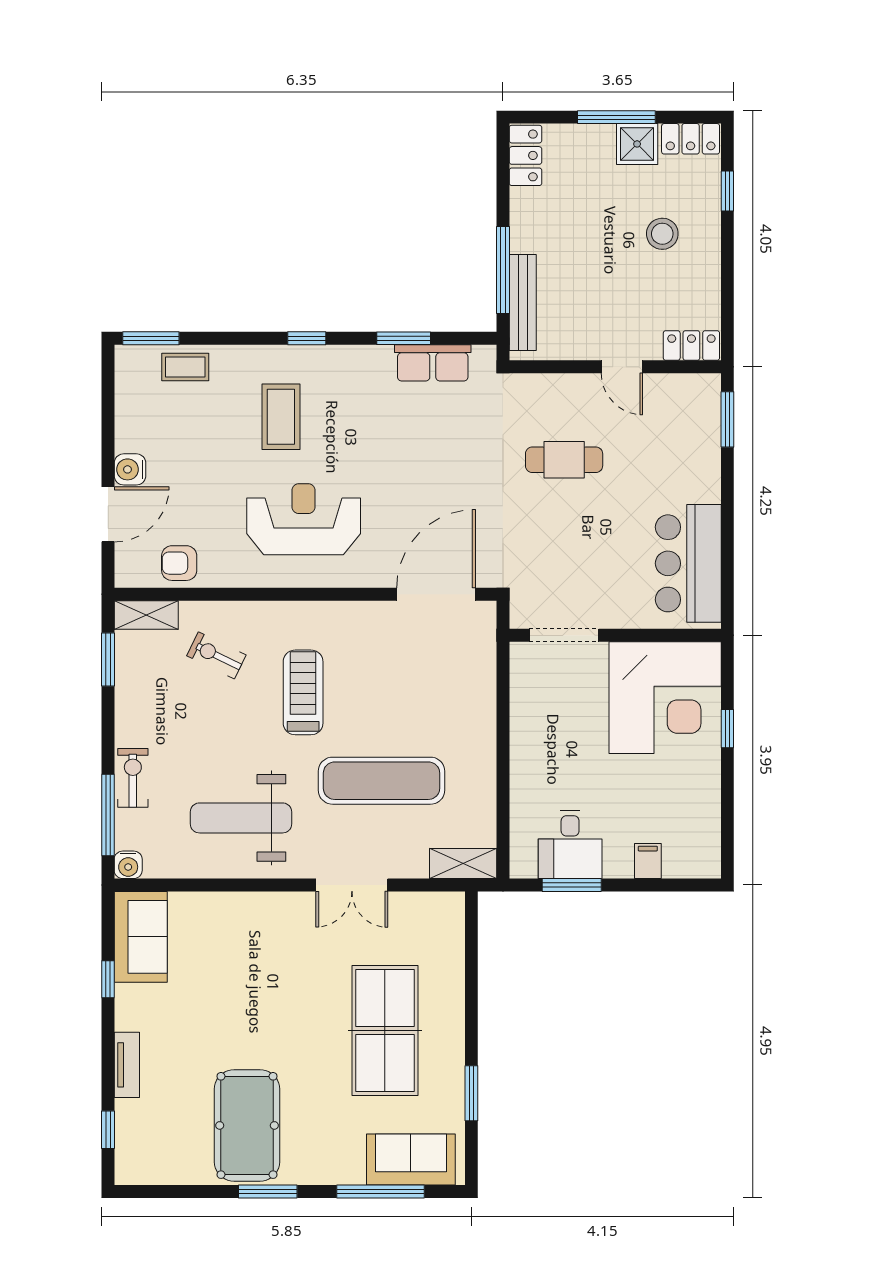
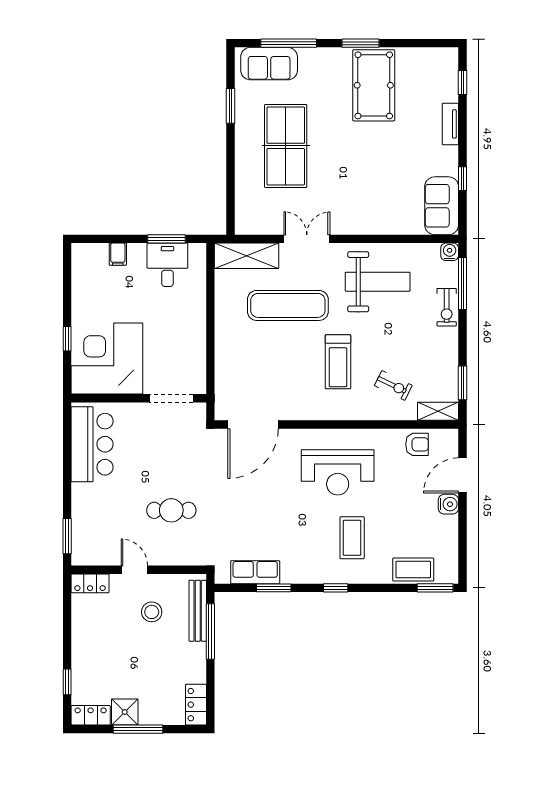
stool: (662, 234) -> (152, 612), moved
coffee table: (185, 367) -> (413, 570), width x1.36, depth x1.30
shelving: (463, 864) -> (246, 256), width x1.50, depth x1.33

